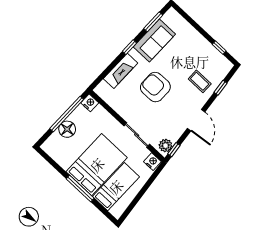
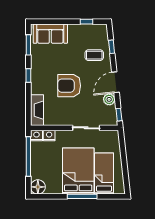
sofa: (154, 40) -> (50, 34), moved, turned 90
fireplace: (121, 71) -> (37, 110), moved
door: (196, 120) -> (115, 82), swing flipped
floor lamp: (67, 129) -> (38, 187), moved
plant: (166, 146) -> (109, 99), moved
nightstand: (152, 162) -> (49, 135), moved

